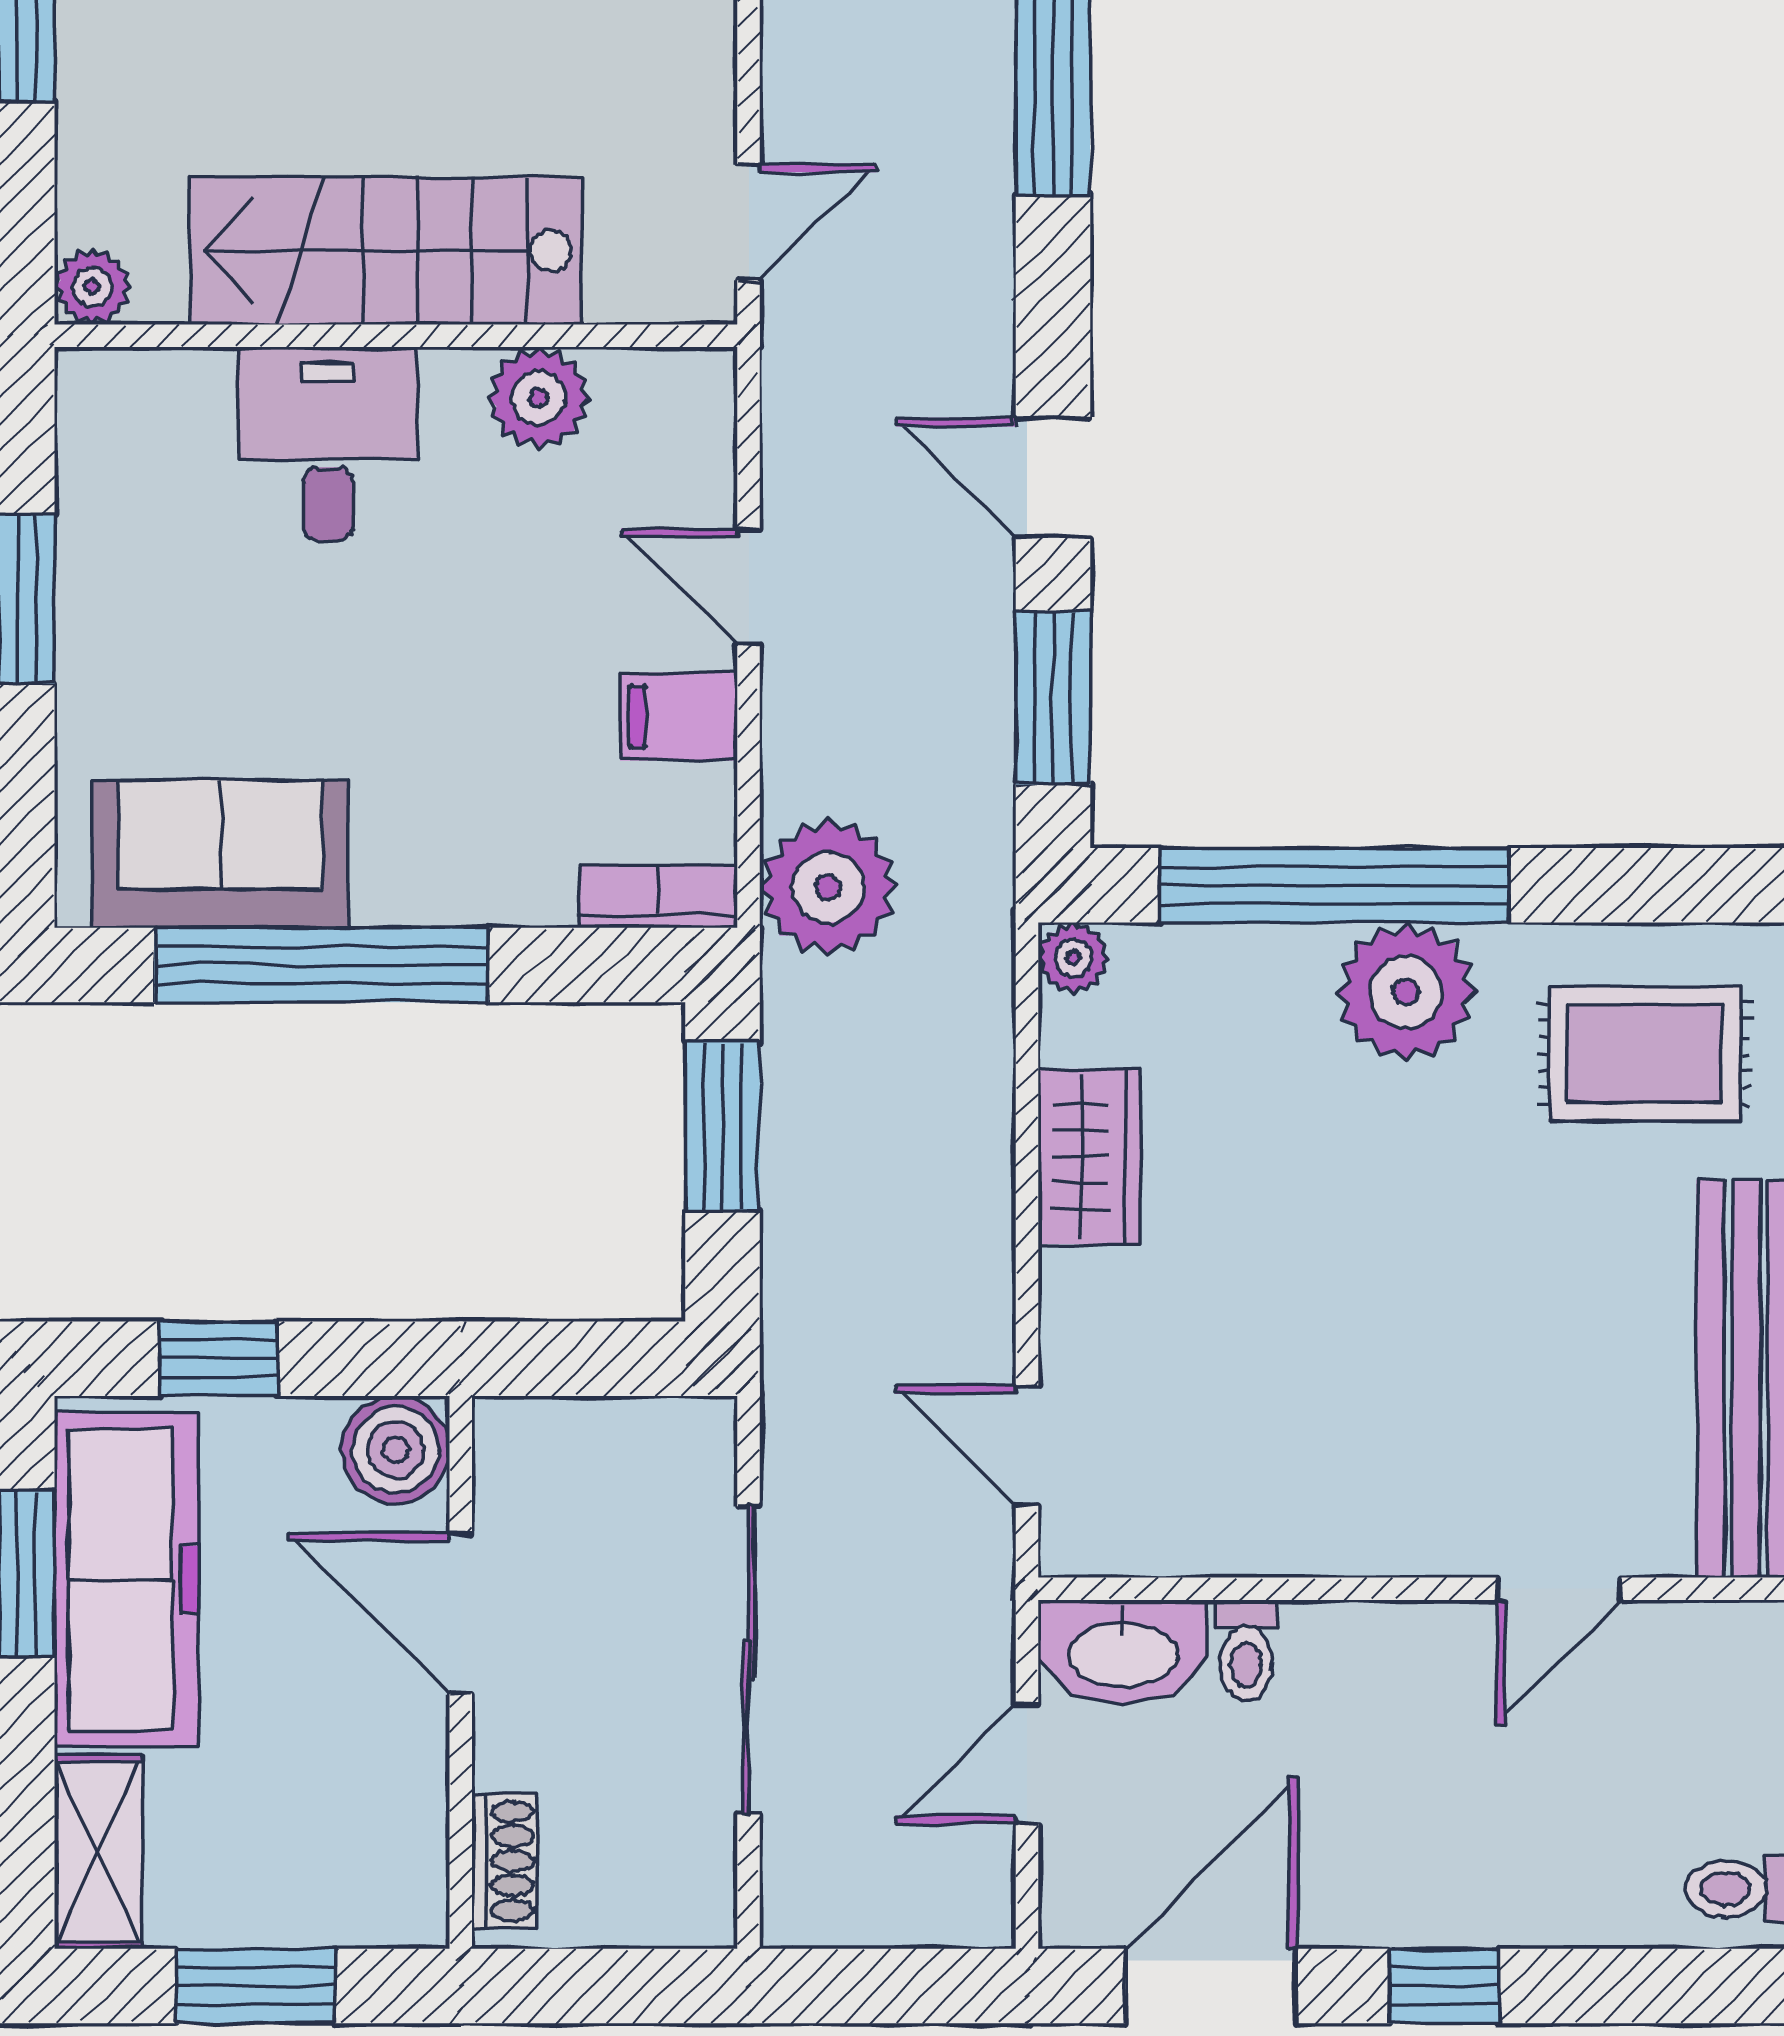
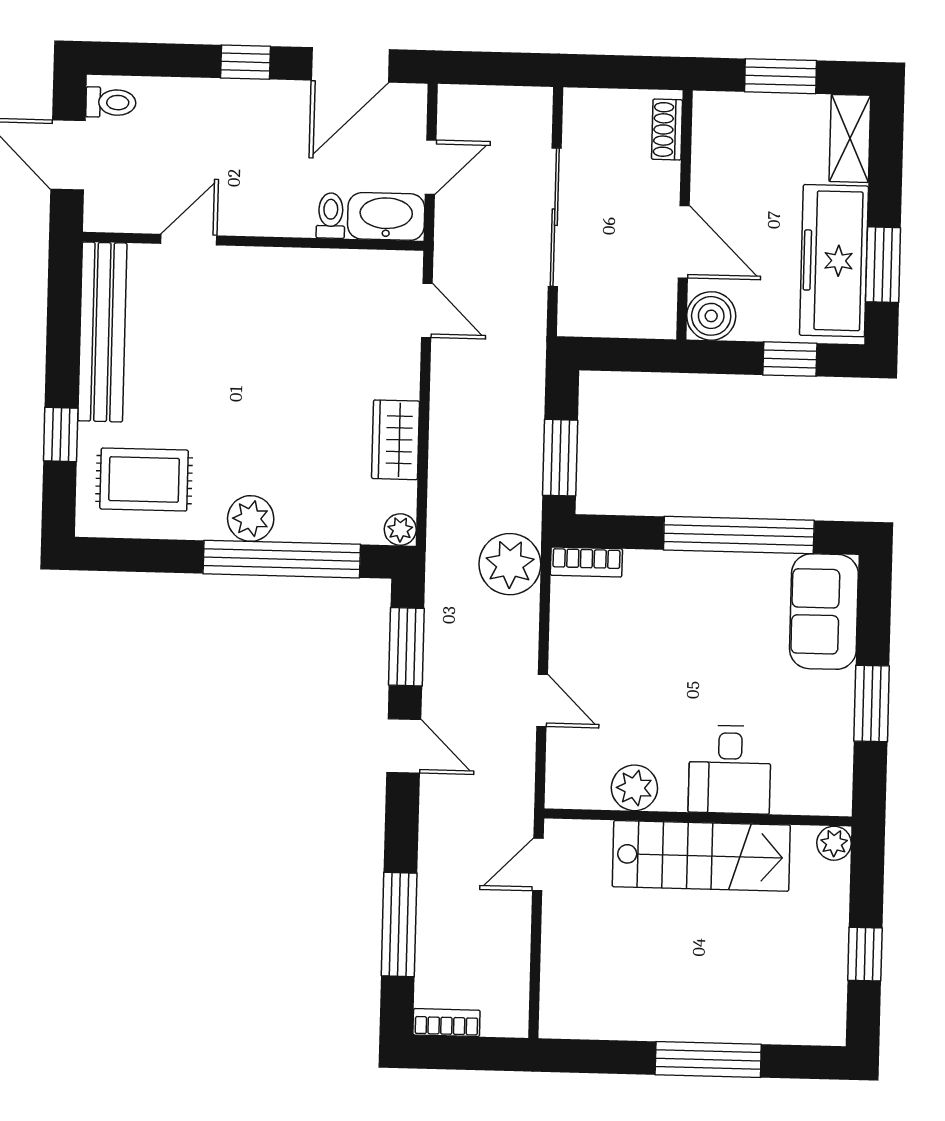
filing cabinet: (679, 717) -> (575, 643), removed
sofa: (220, 854) -> (824, 612), moved, turned 90
plant: (1406, 992) -> (251, 519), width x0.73, depth x0.73

